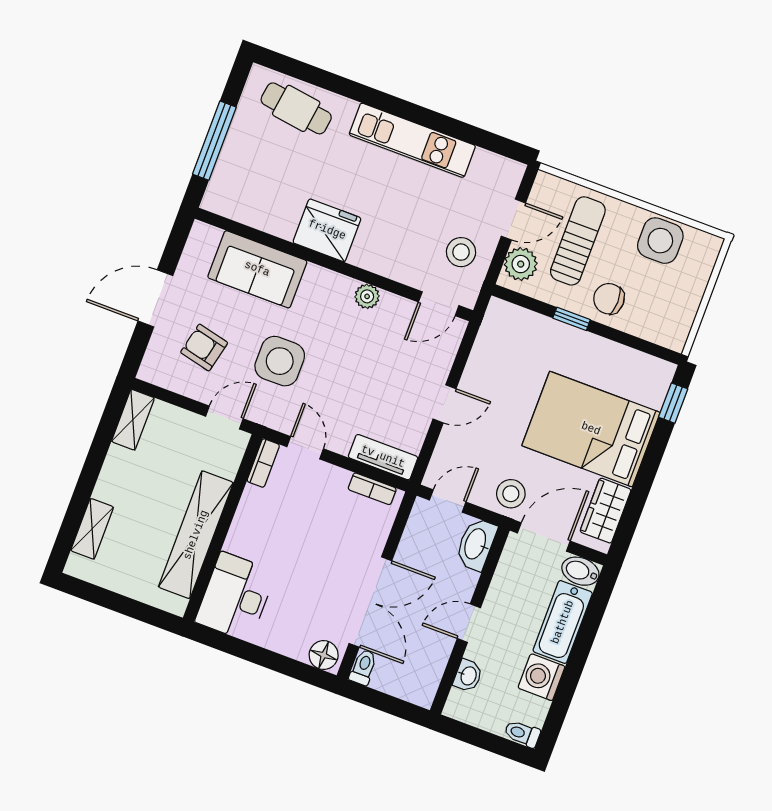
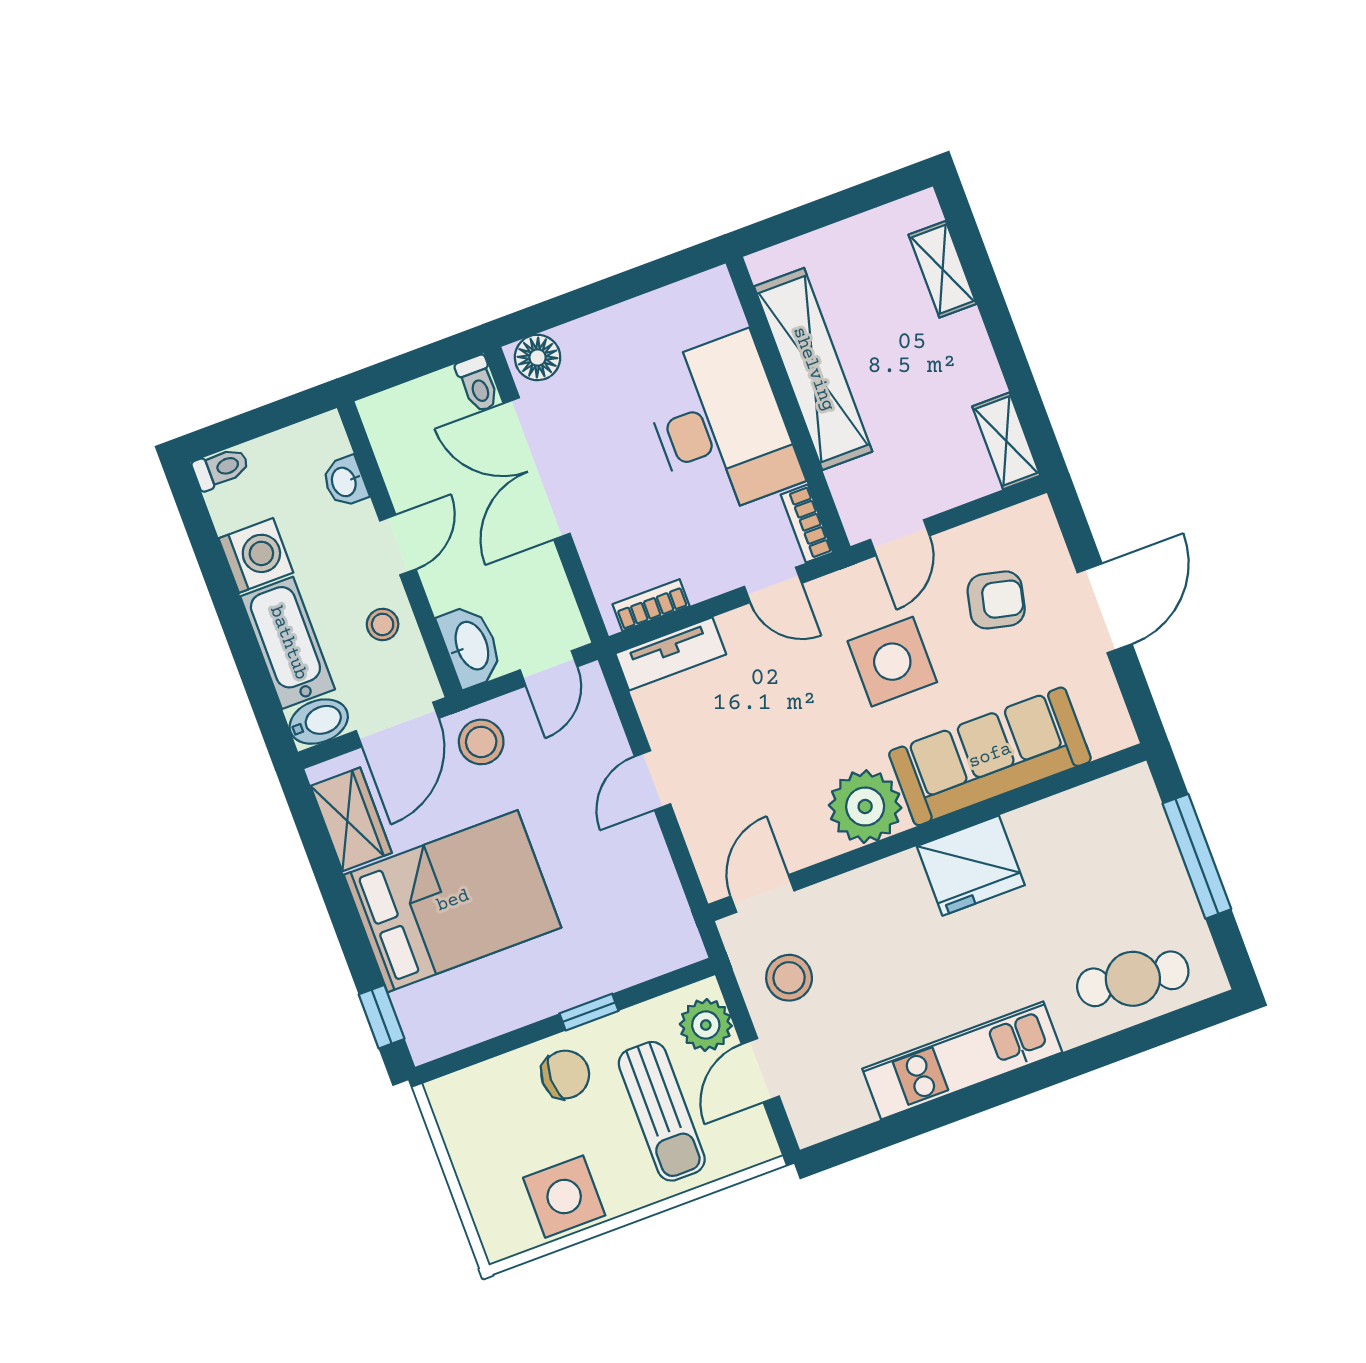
sofa: (257, 269) -> (990, 756), width x1.36
plant: (367, 296) -> (865, 807), width x1.87, depth x1.87
stool: (509, 591) -> (383, 624), added
desk: (235, 597) -> (721, 426), moved, width x1.36, depth x1.30

